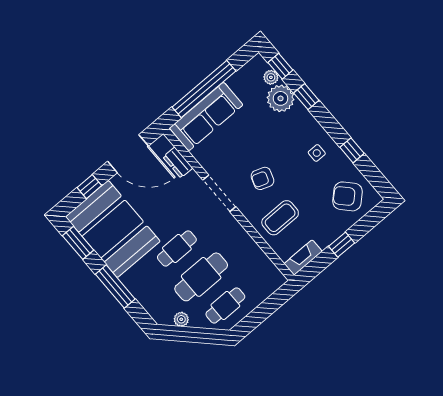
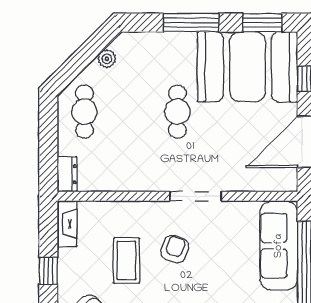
dresser: (178, 162) -> (67, 174), moved, turned 90
coffee table: (280, 218) -> (126, 260), moved
cafe table: (201, 277) -> (131, 112), removed

